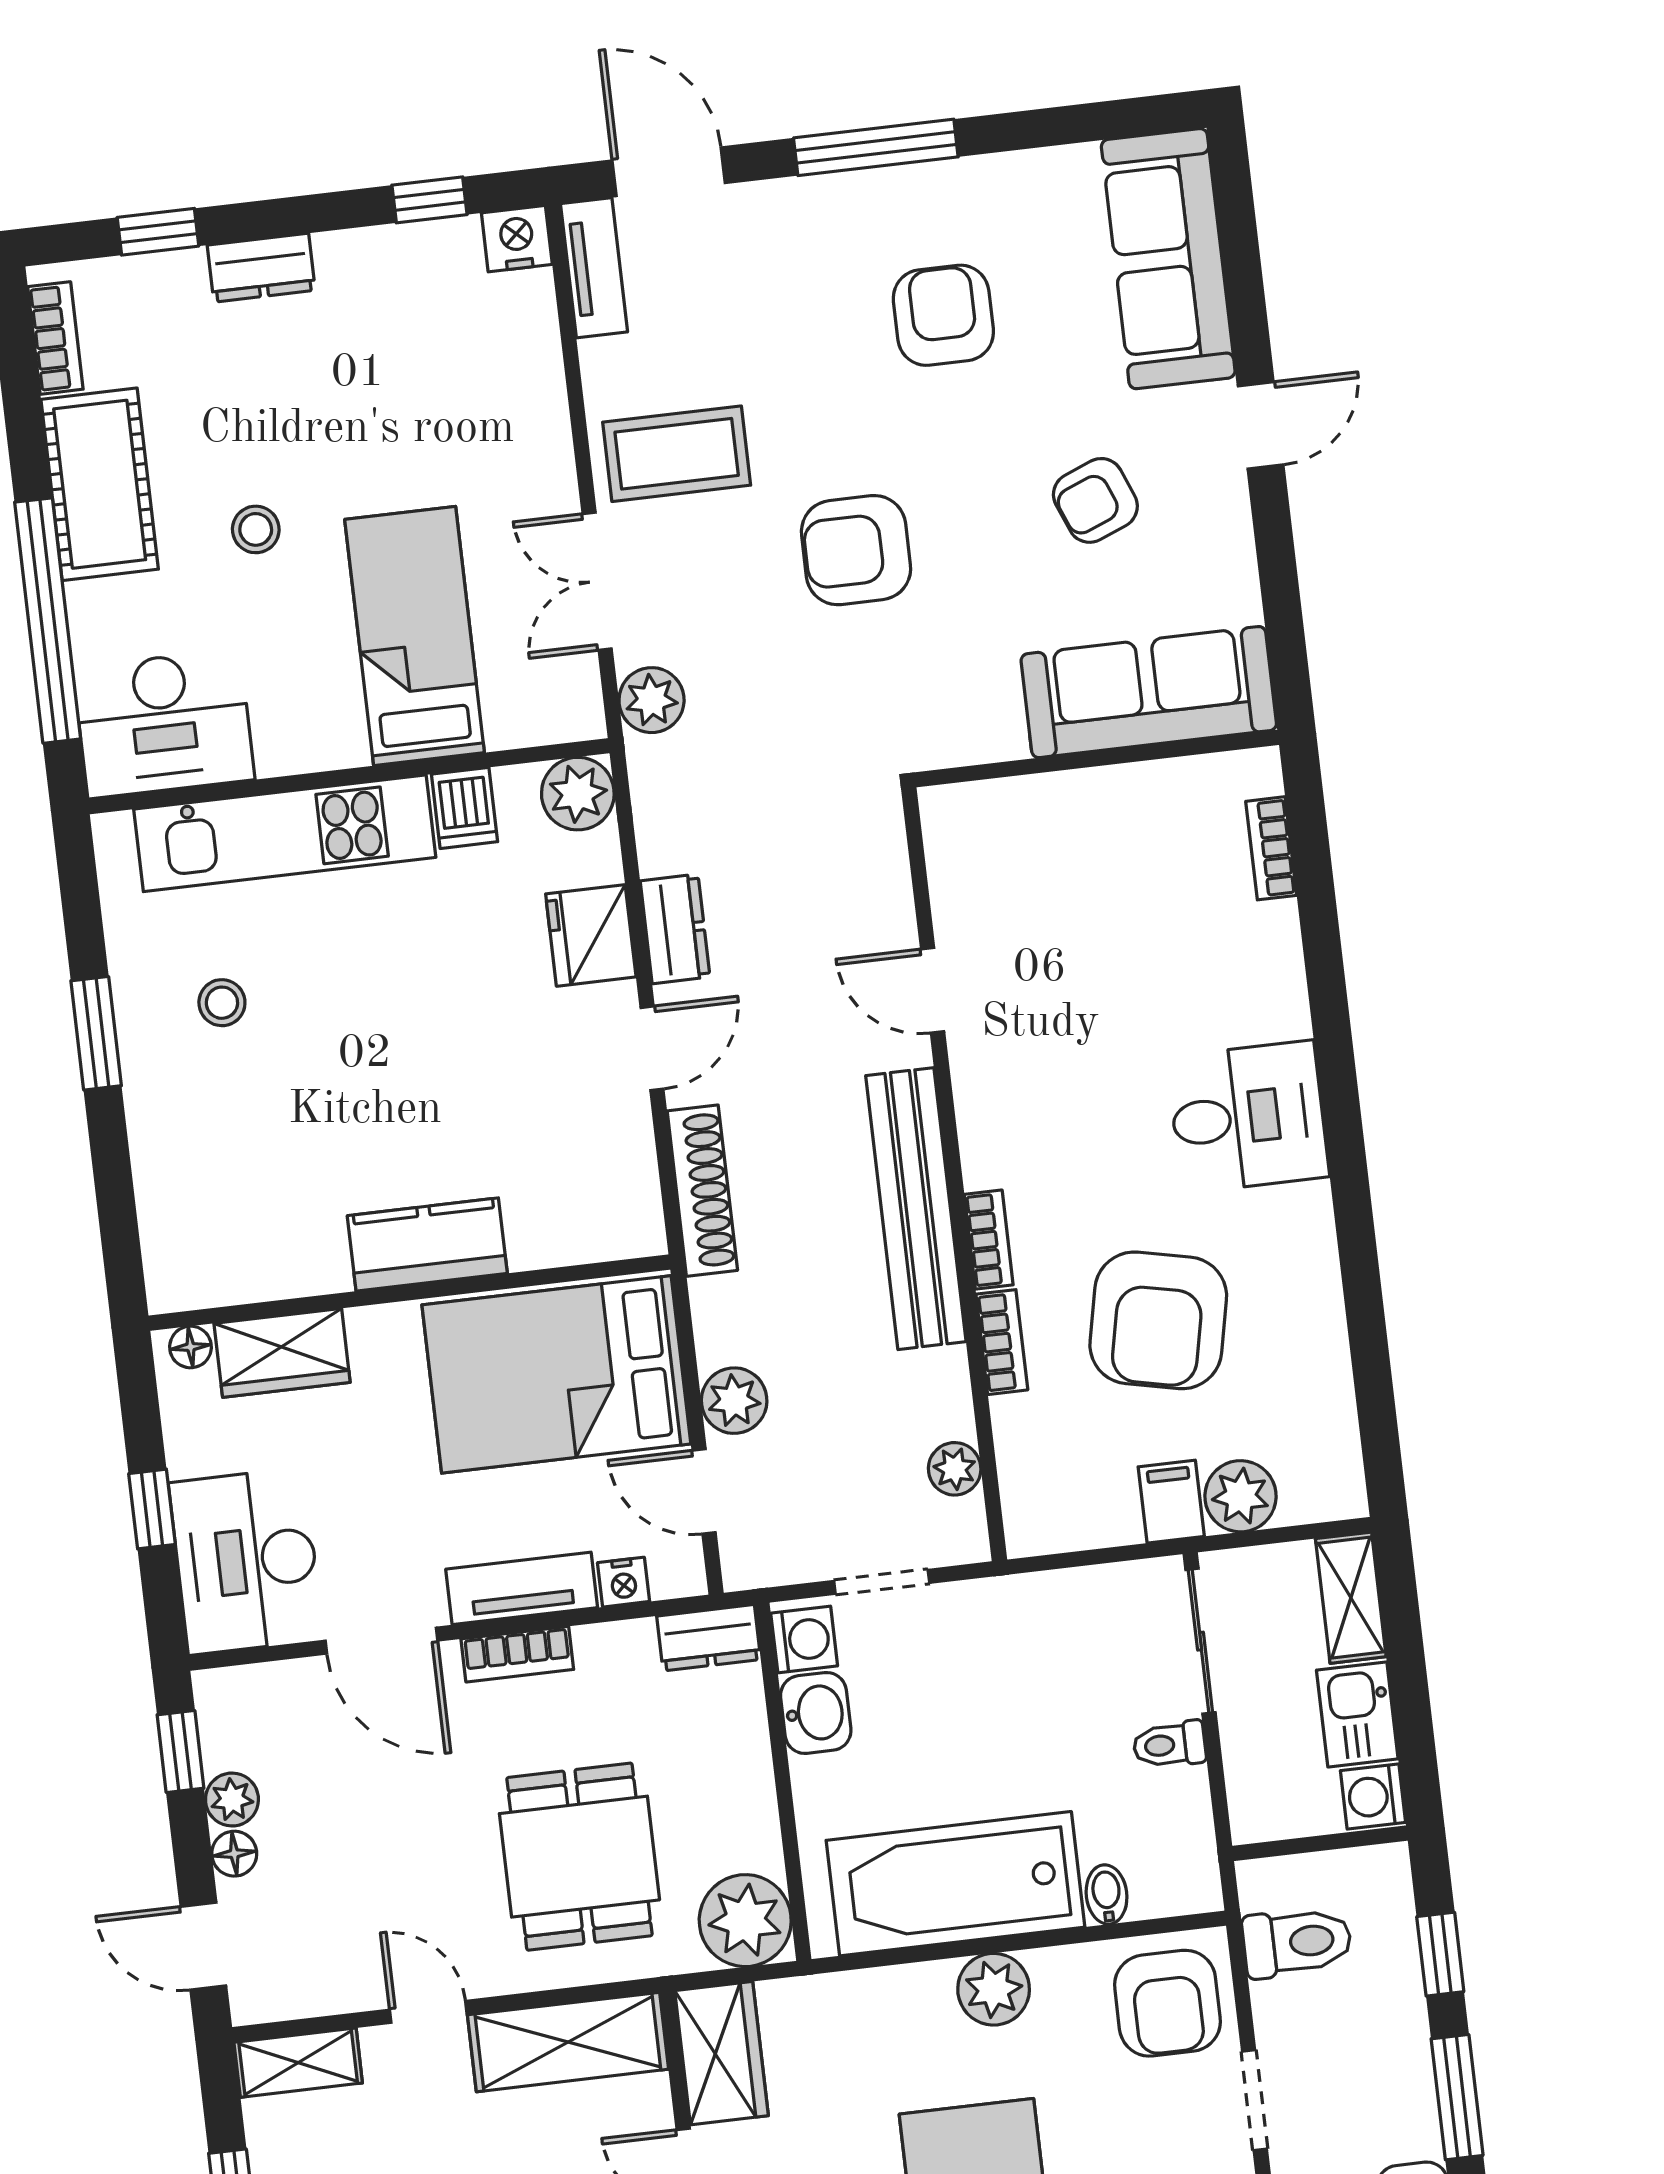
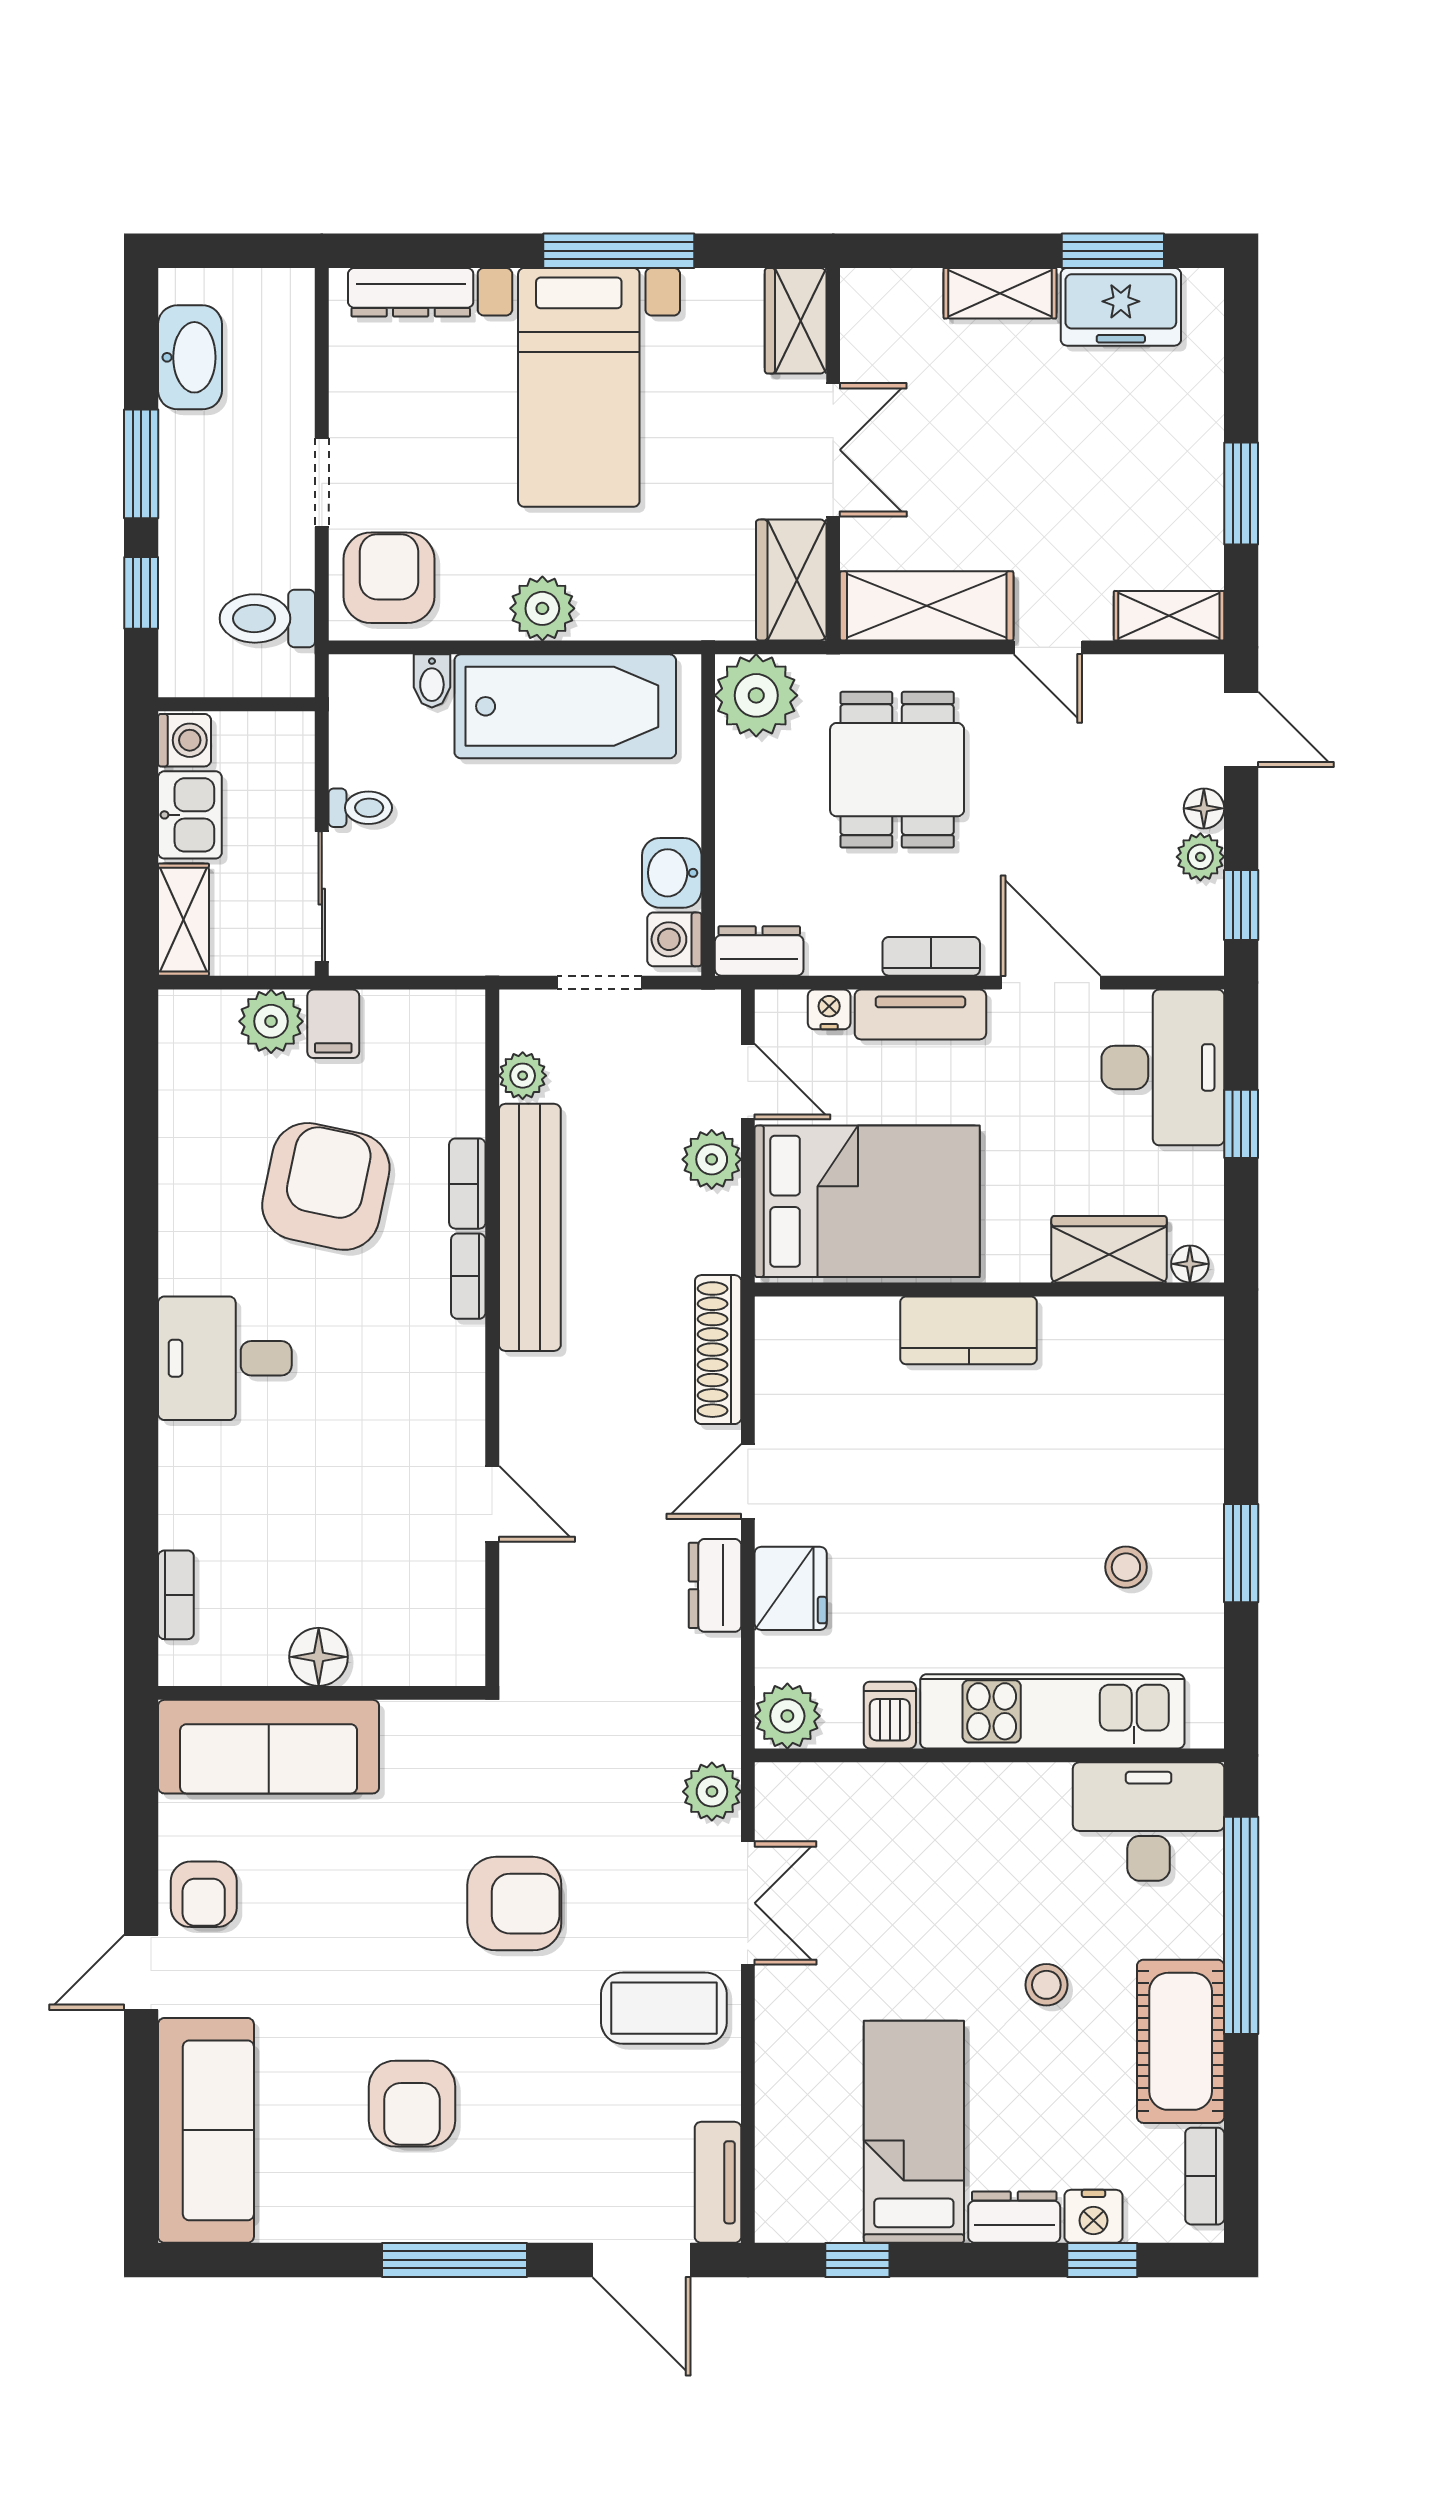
nightstand: (517, 239) -> (1093, 2216), moved
armchair: (1095, 500) -> (204, 1894), moved, turned 112
bed: (415, 636) -> (914, 2132), moved, turned 180
floor lamp: (1105, 798) -> (319, 1657), added
bench: (916, 1209) -> (530, 1227), moved

